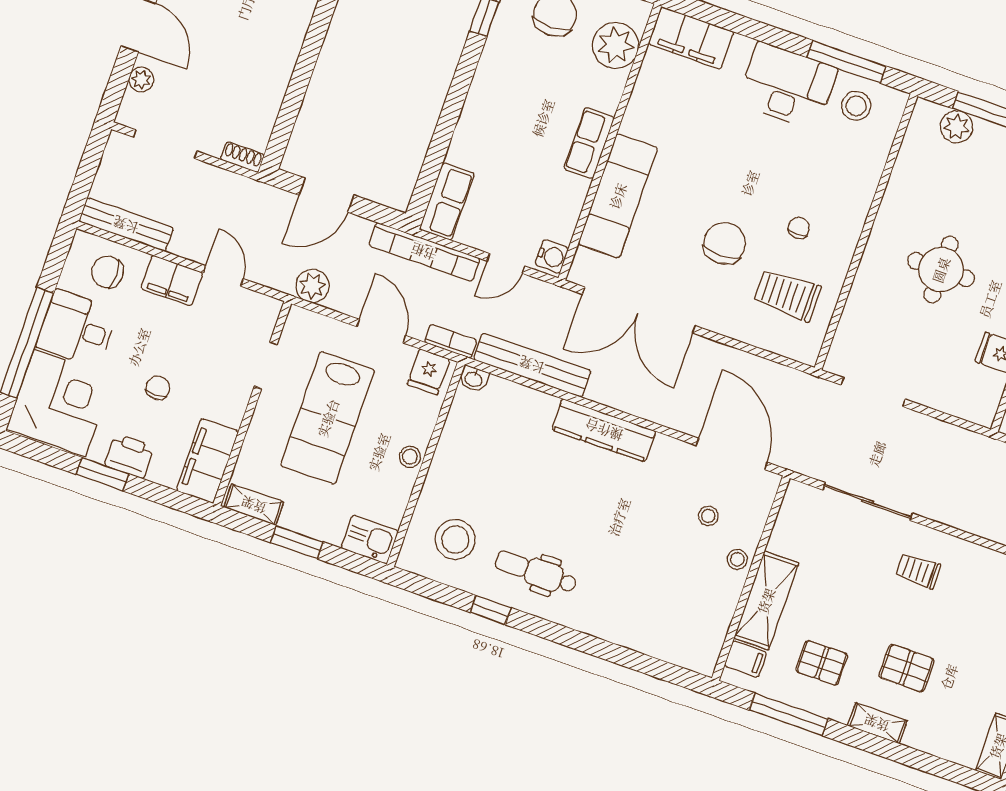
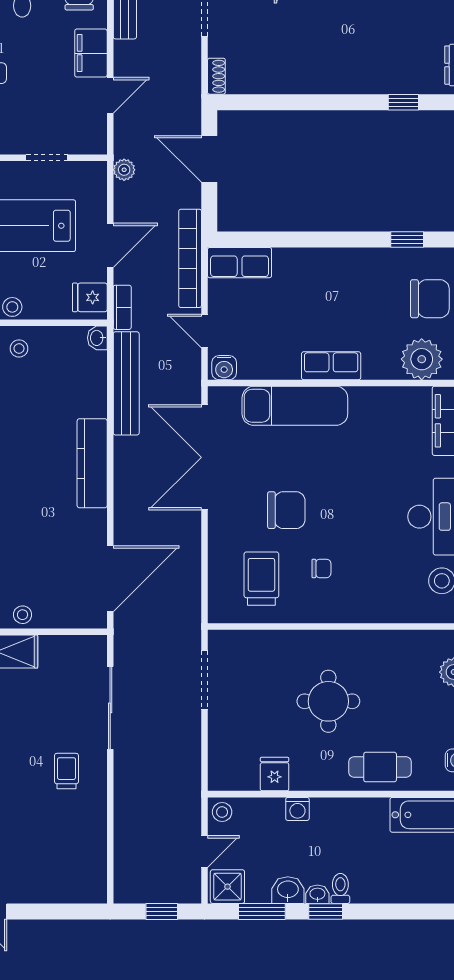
plant: (312, 286) -> (124, 170), width x0.73, depth x0.73
stool: (708, 516) -> (19, 348), moved

